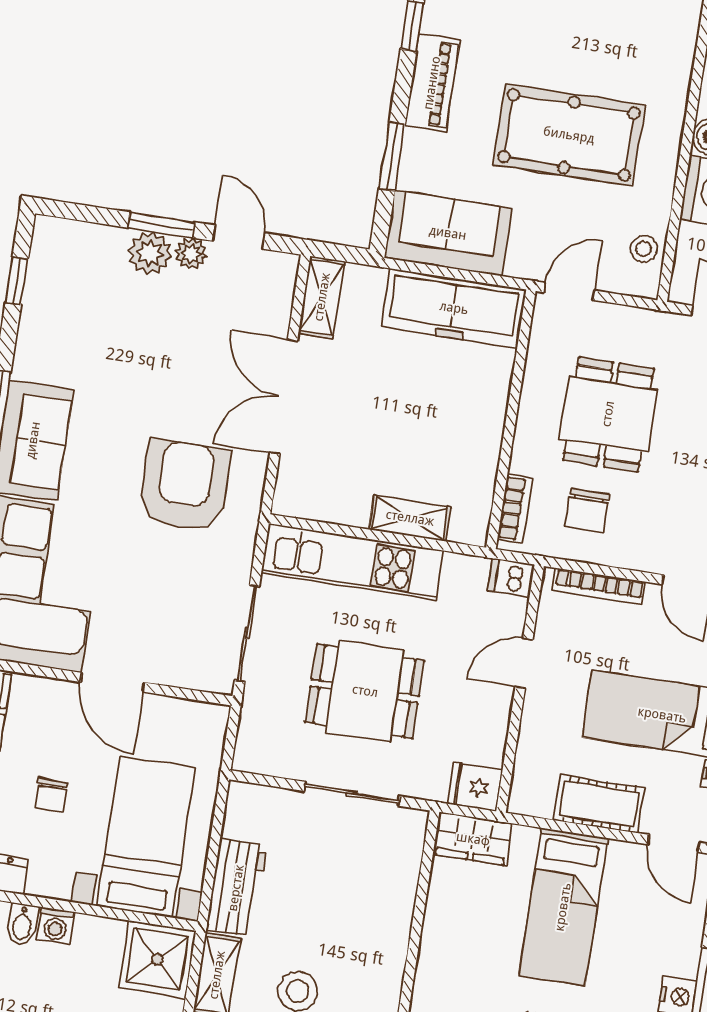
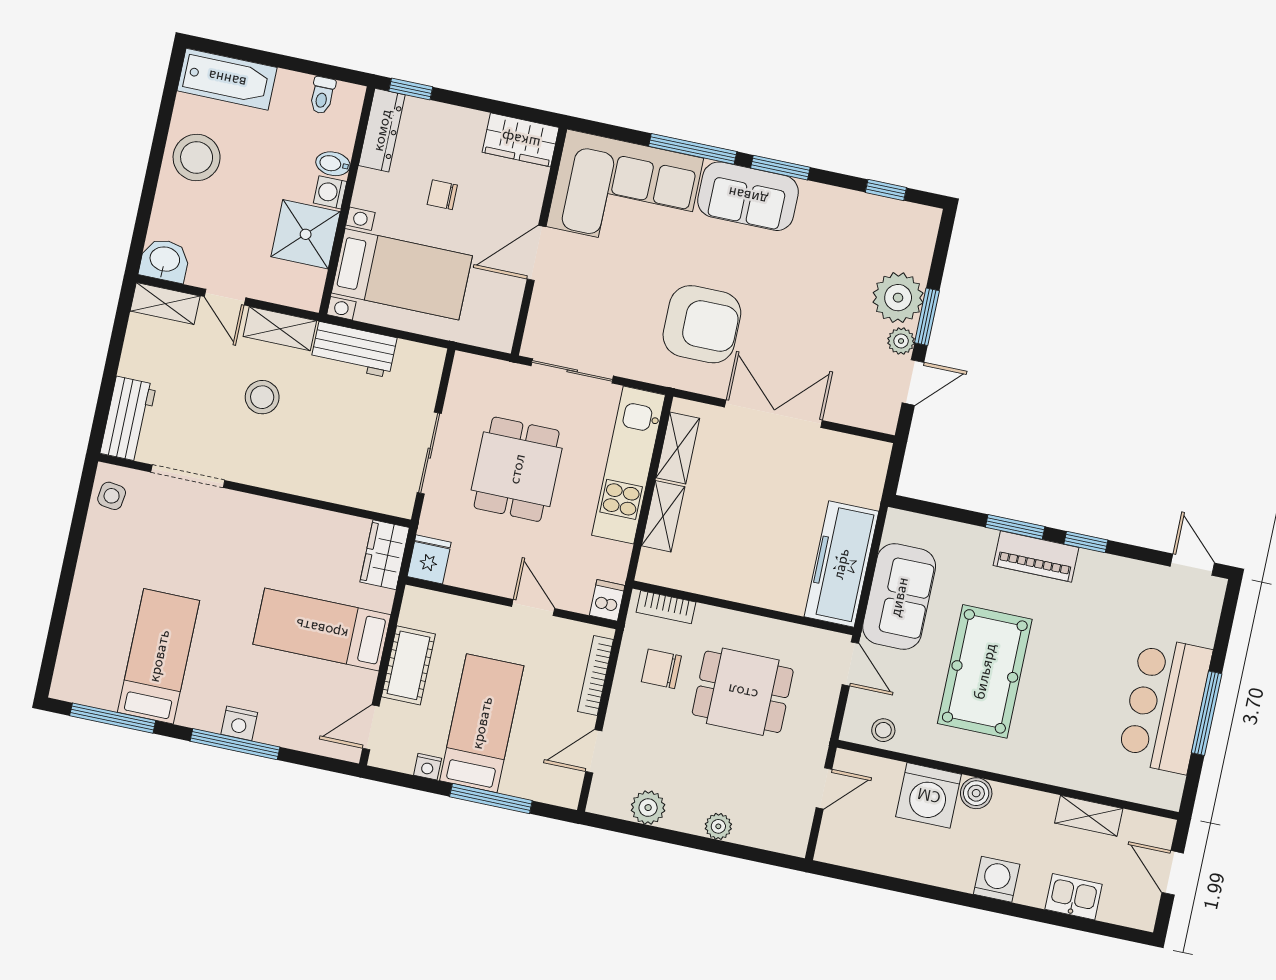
window: (392, 156) -> (1015, 527), moved
sofa: (448, 233) -> (899, 597), moved
plant: (150, 253) -> (898, 298), width x1.36, depth x1.36
shelving: (322, 297) -> (678, 448), moved, turned 90
shower: (157, 959) -> (306, 234), moved

